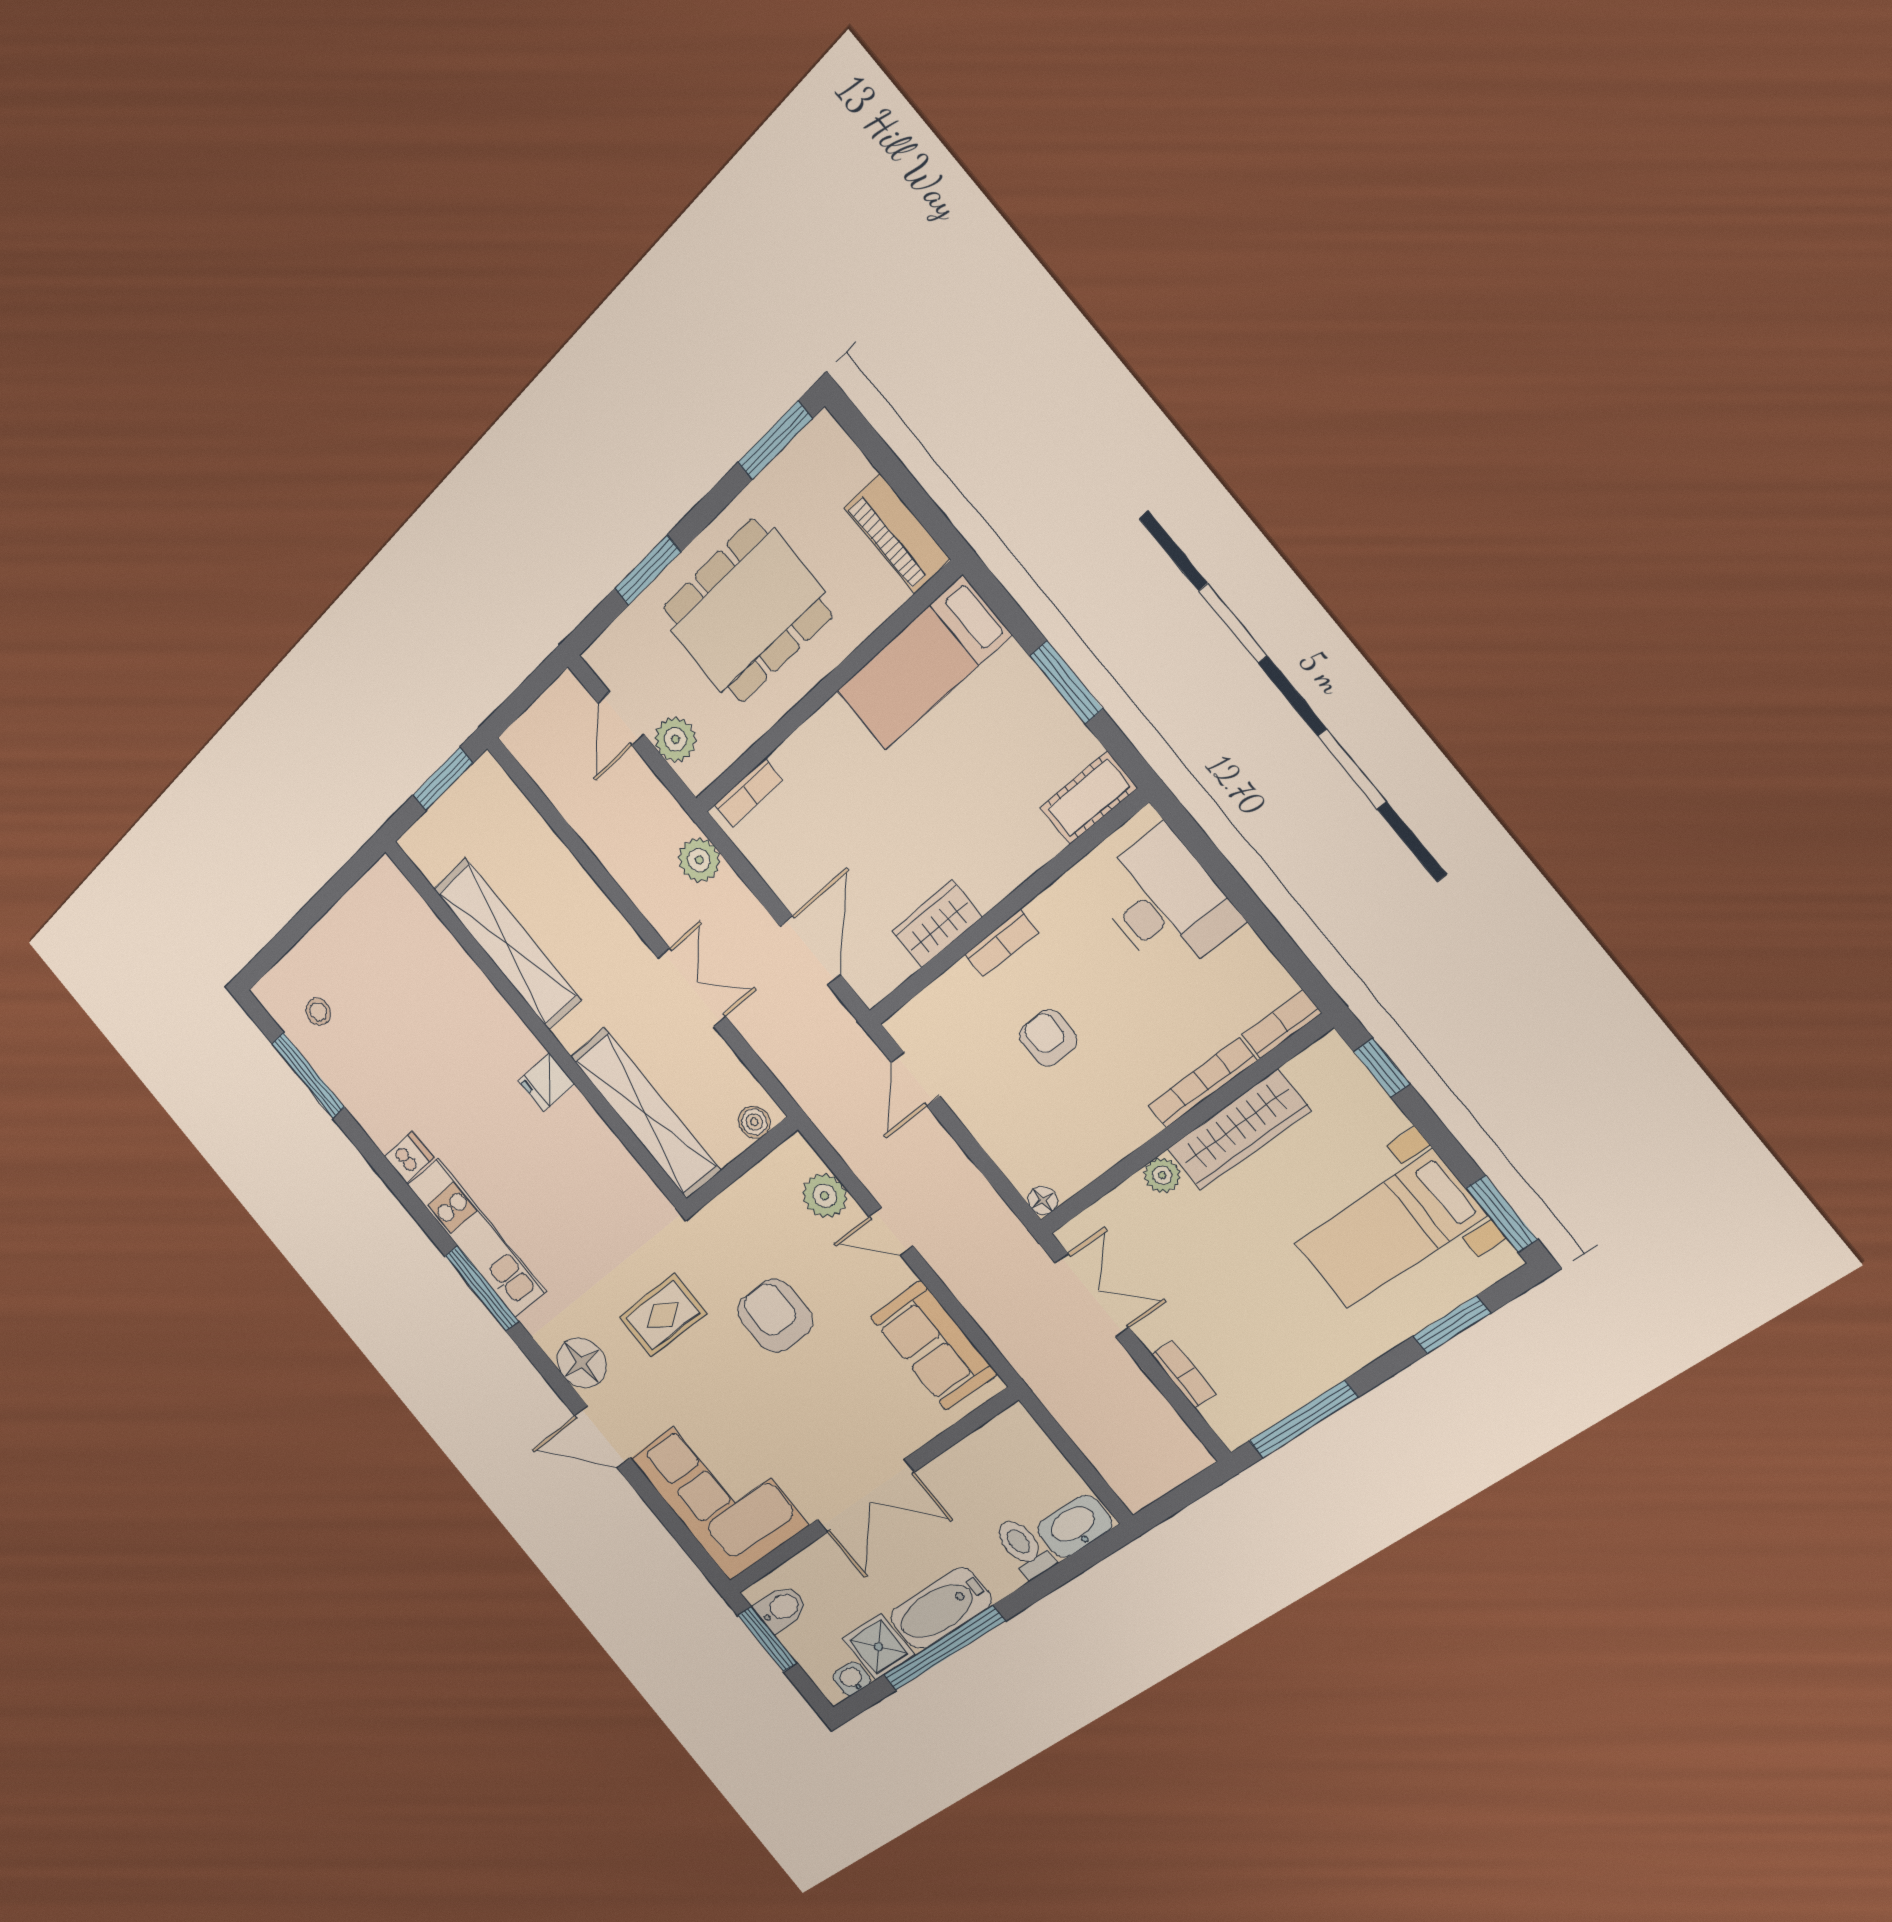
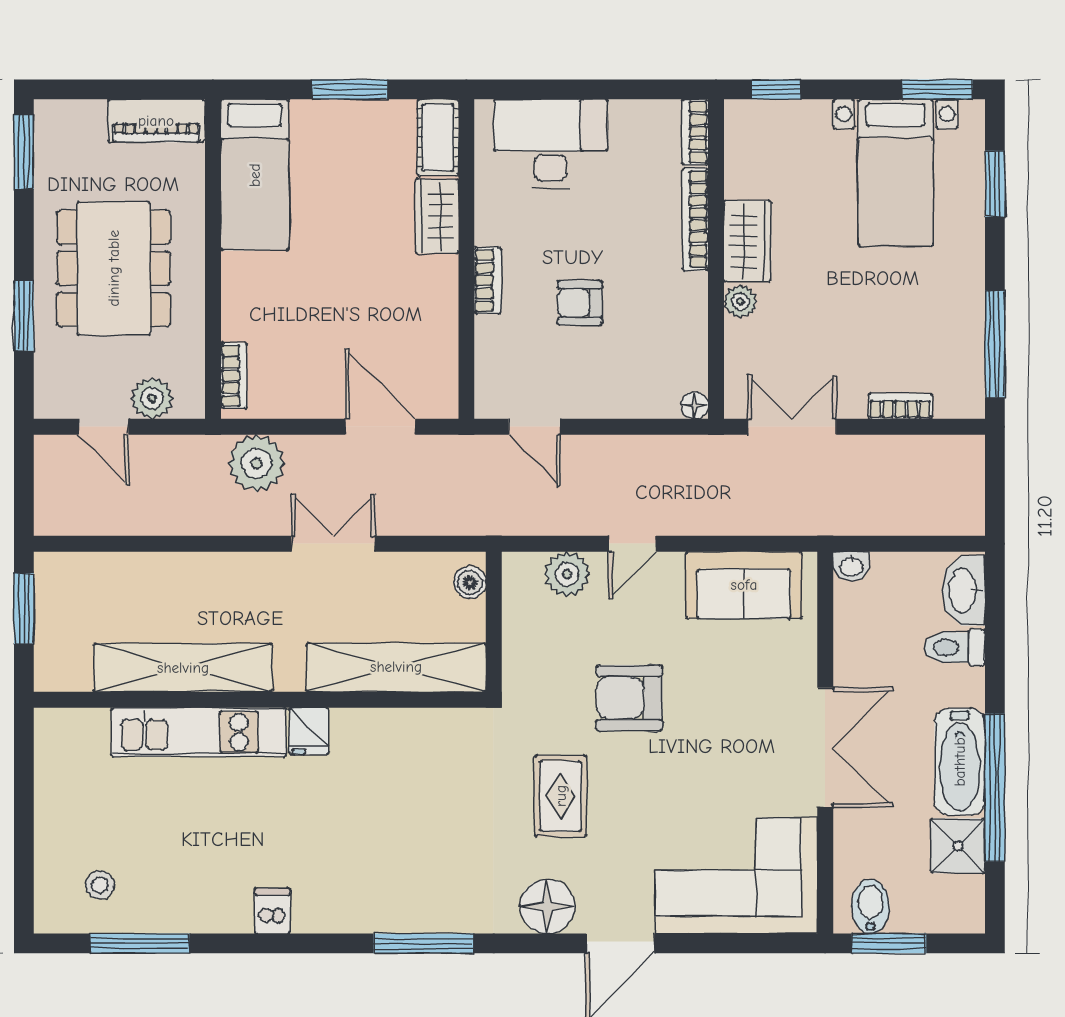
plant: (699, 860) -> (257, 463), width x1.36, depth x1.36
wardrobe: (937, 924) -> (437, 216), moved
wardrobe: (1239, 1130) -> (747, 241), width x0.67
kitchen unit: (477, 1238) -> (199, 732), moved, turned 180
washbasin: (852, 1679) -> (851, 566), moved, turned -90

